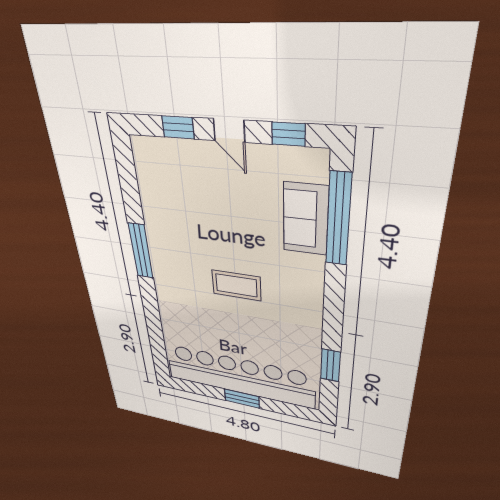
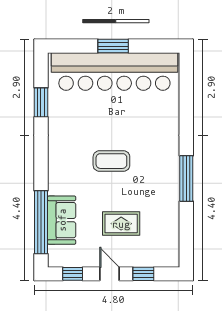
rug: (217, 205) -> (121, 224), added

